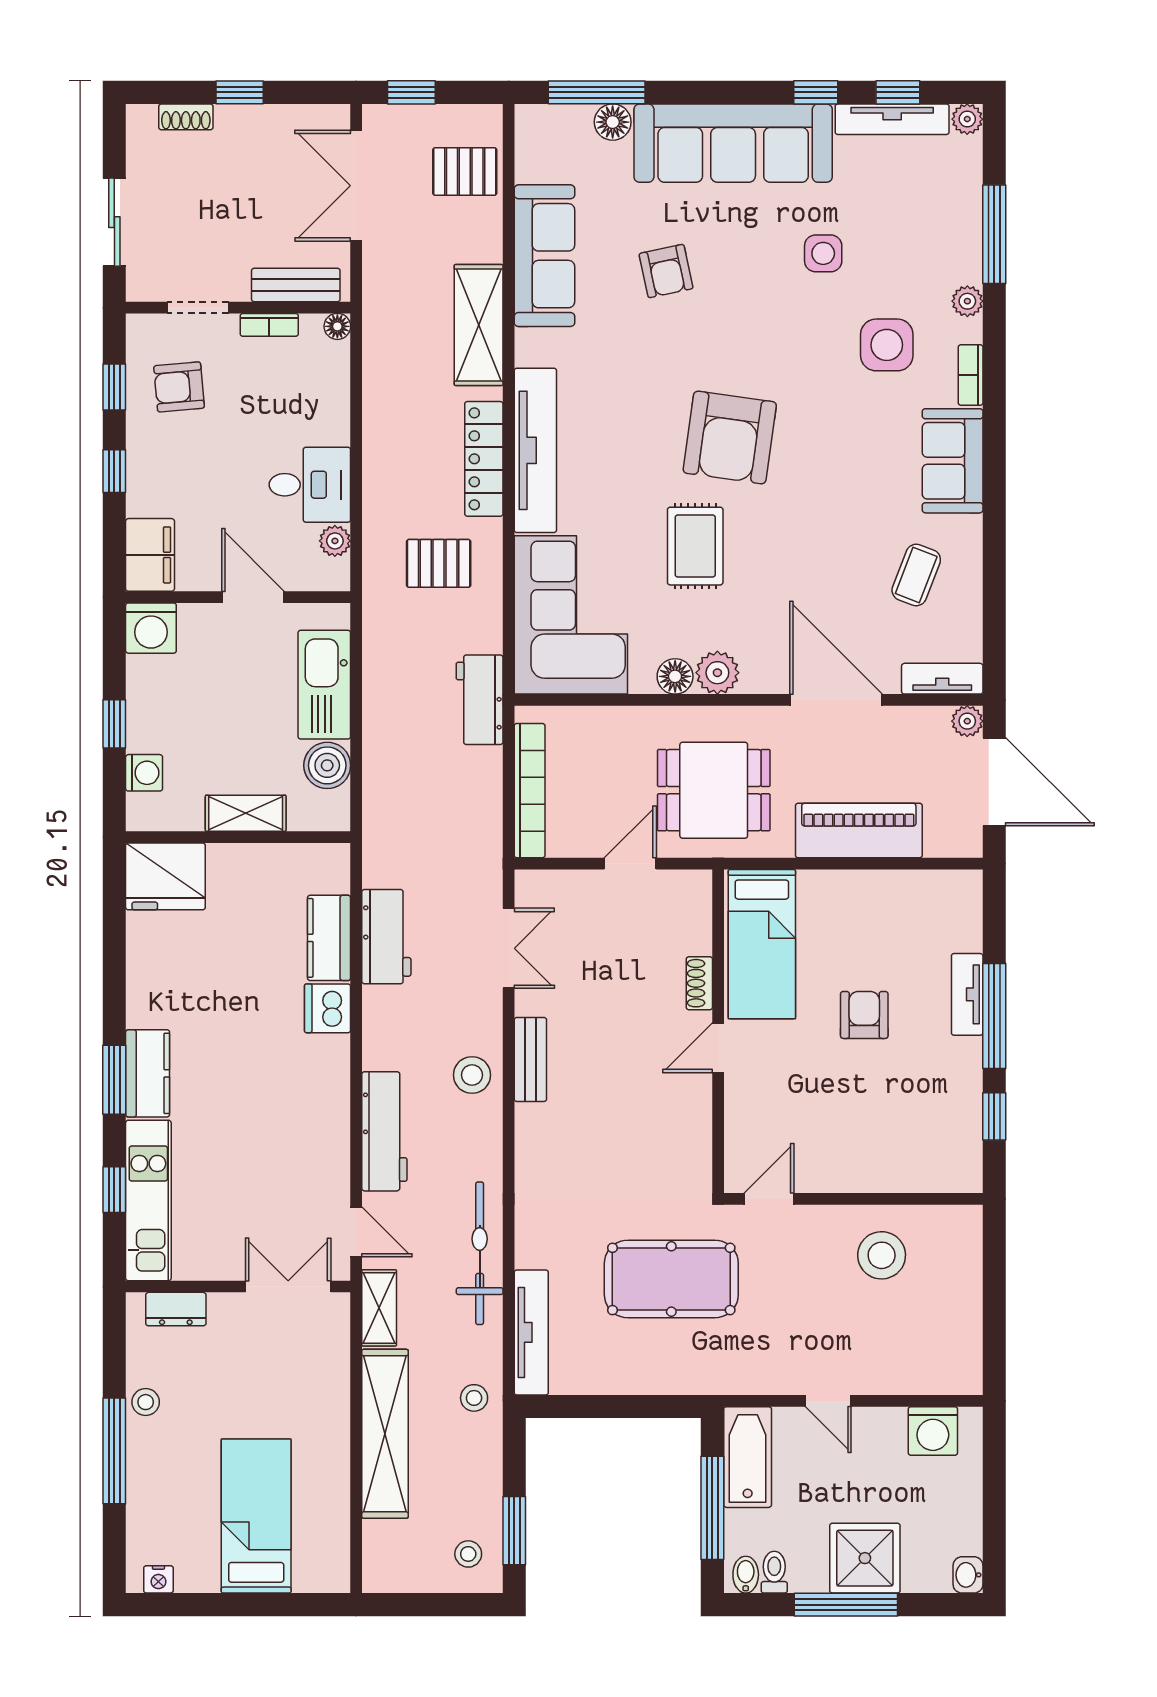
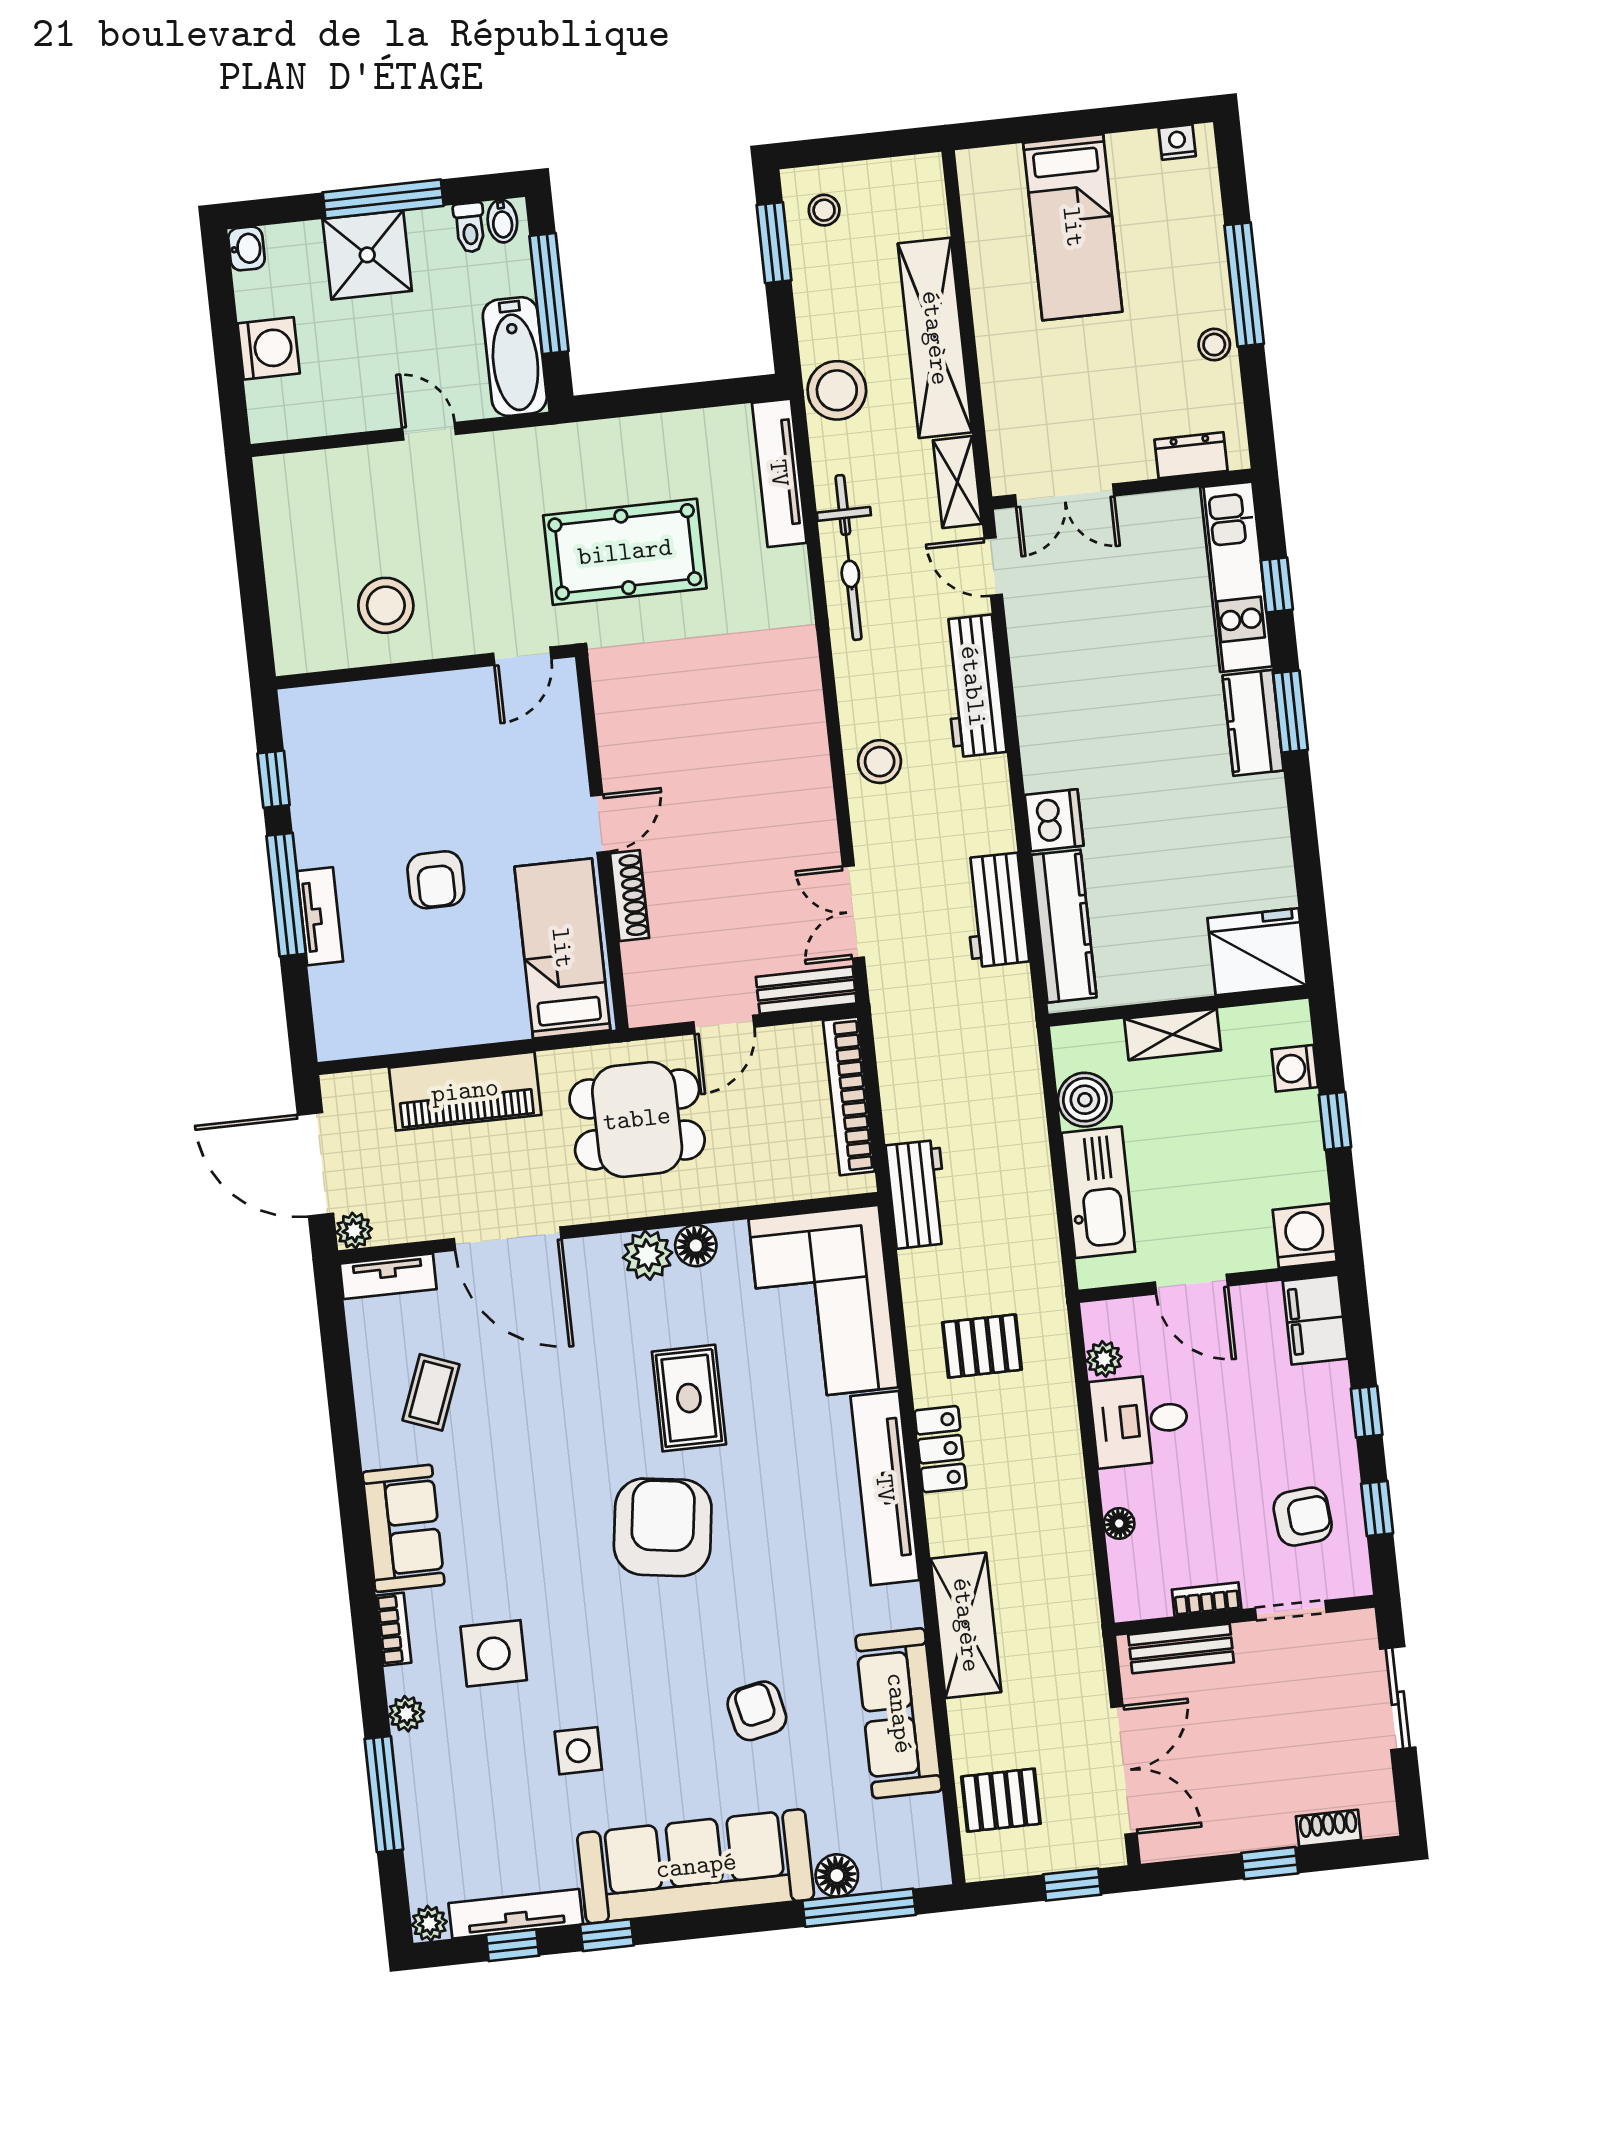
floor lamp: (337, 326) -> (1119, 1523), moved
locker: (484, 459) -> (941, 1449), width x0.66
kitchen counter: (329, 938) -> (1064, 926), width x1.50
shoe rack: (699, 983) -> (629, 896), width x1.43
bench: (530, 1059) -> (806, 990), moved, turned 90
stool: (474, 1398) -> (837, 390), width x1.89, depth x1.89
washing machine: (933, 1431) -> (269, 348), moved, turned 90

